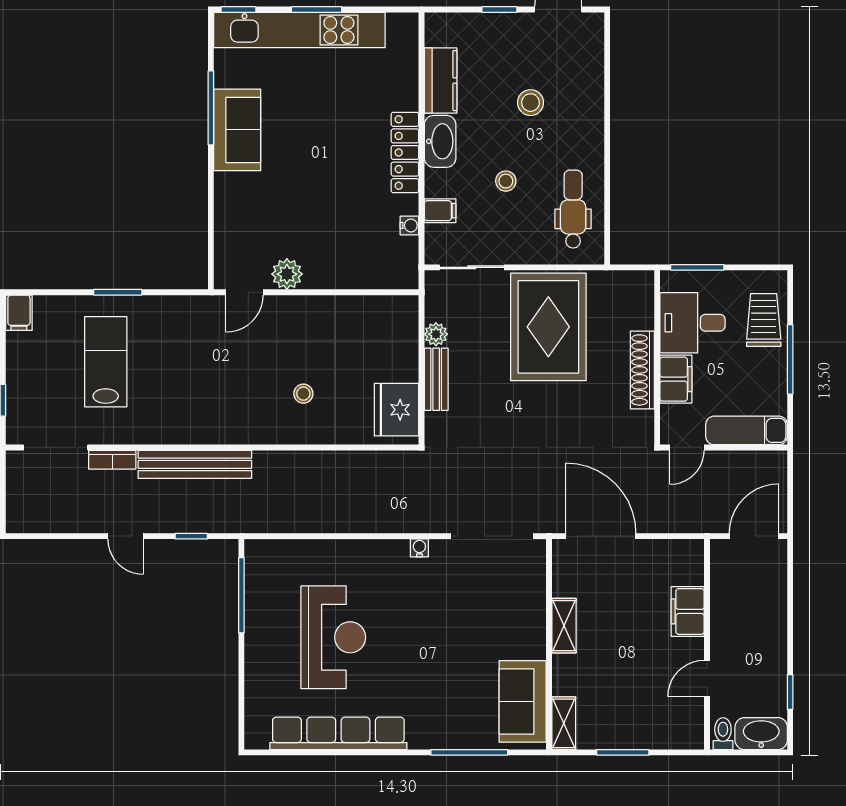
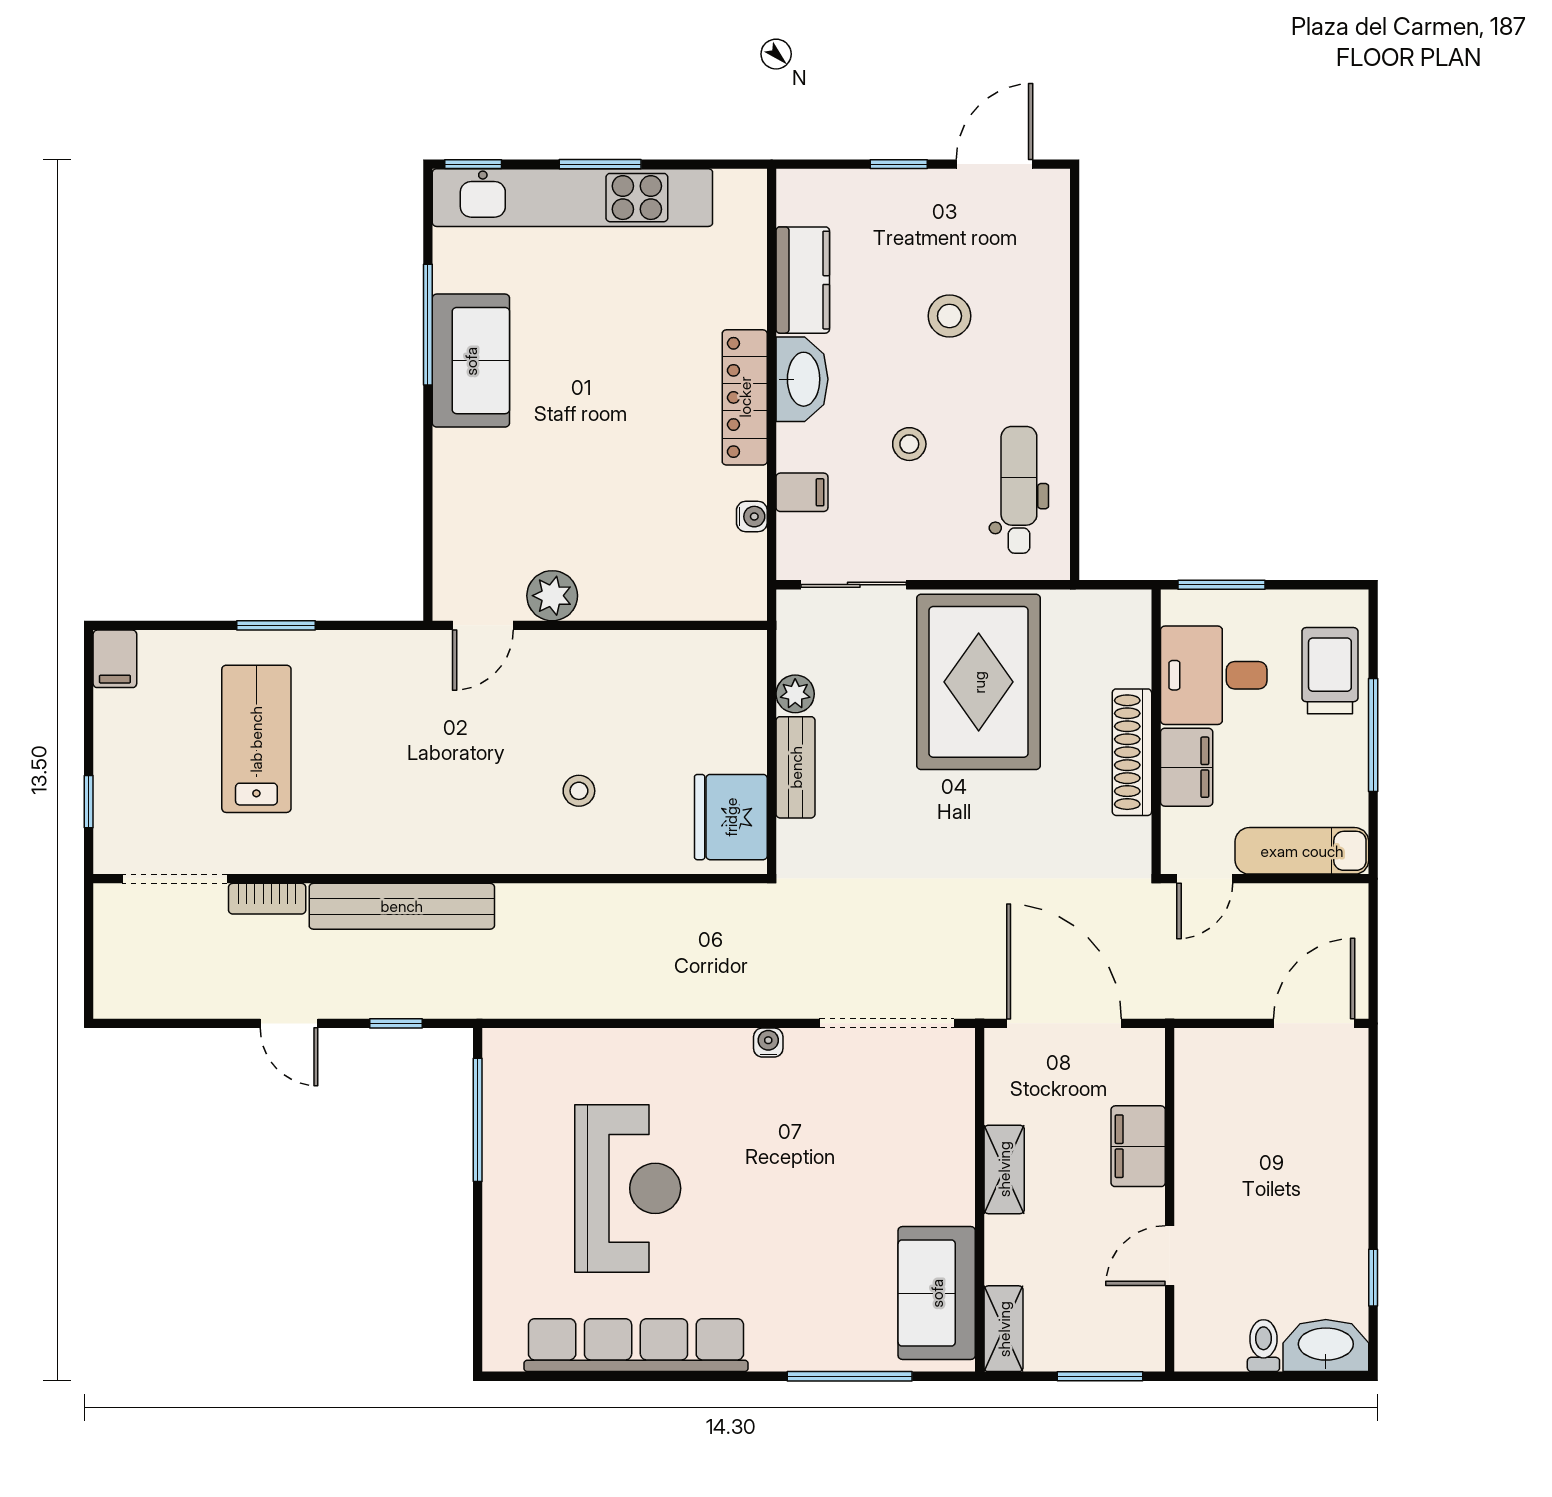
filing cabinet: (688, 611) -> (1138, 1146), moved
wall: (707, 644) -> (1170, 1200), moved
door: (707, 679) -> (1170, 1256), moved

